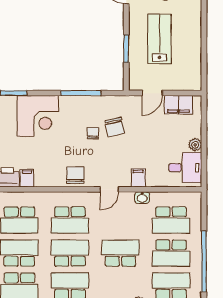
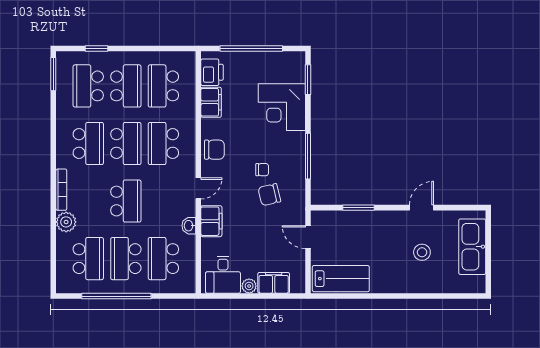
lab bench: (159, 39) -> (341, 279), moved
filing cabinet: (178, 105) -> (274, 283), moved, turned 90
filing cabinet: (27, 178) -> (211, 102), width x2.00
filing cabinet: (138, 178) -> (211, 221), width x2.00
door: (109, 189) -> (198, 188), swing flipped

